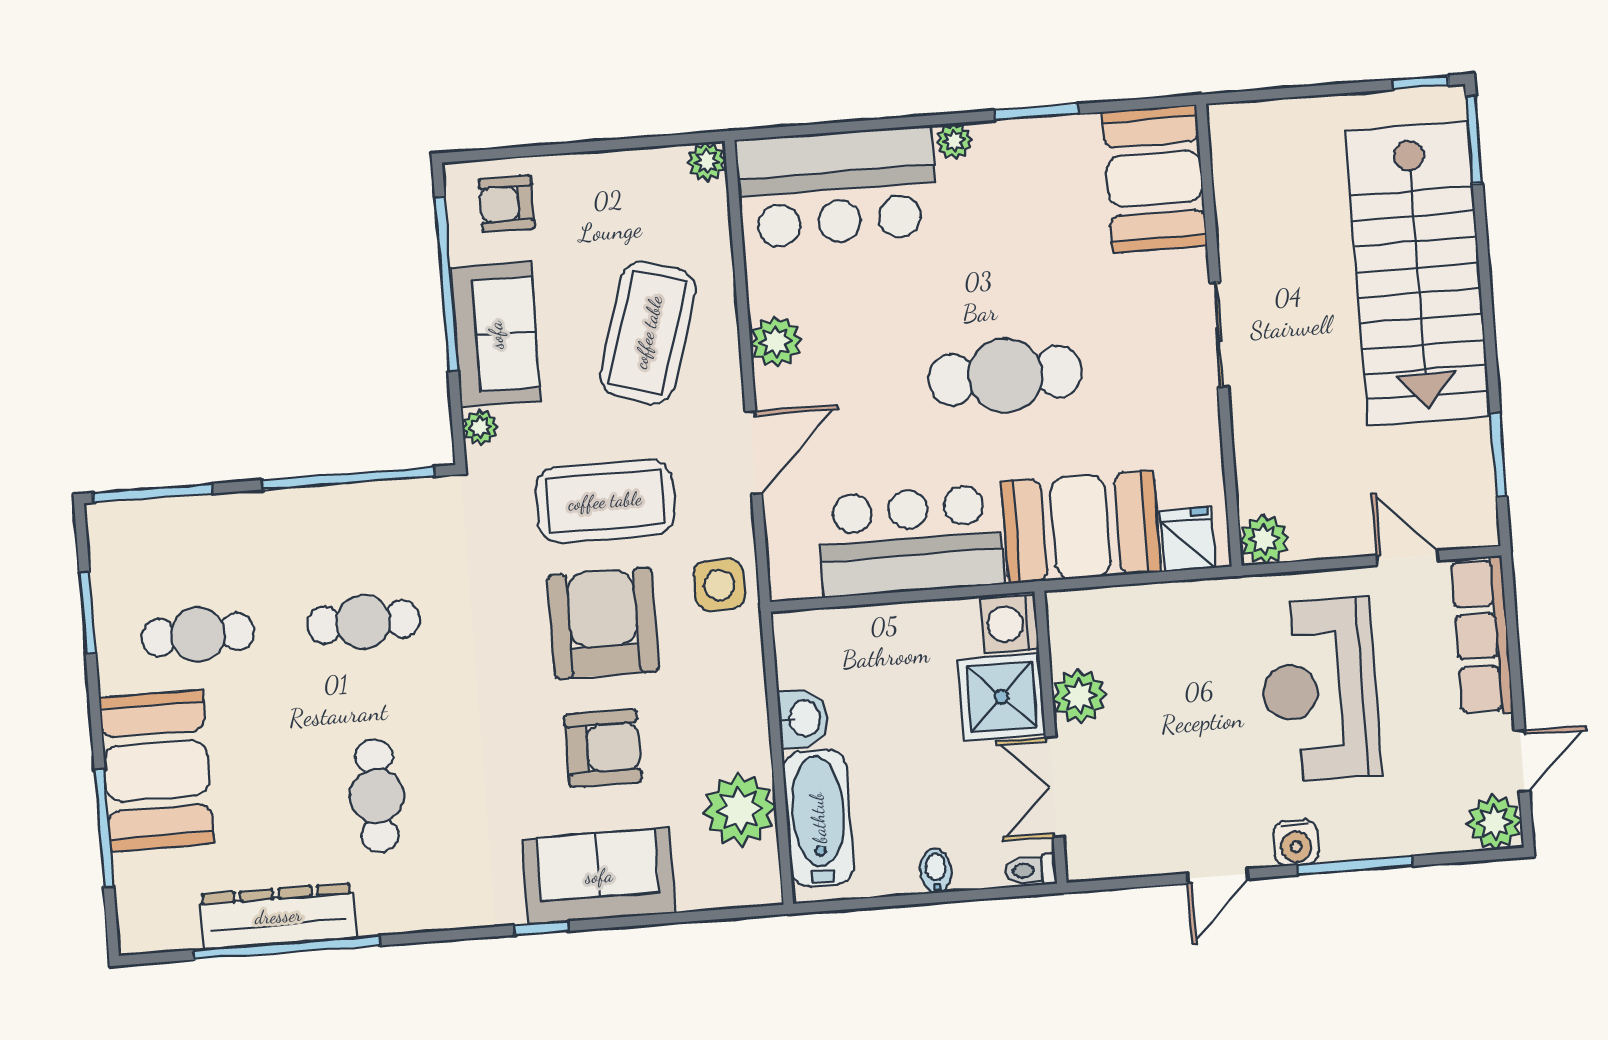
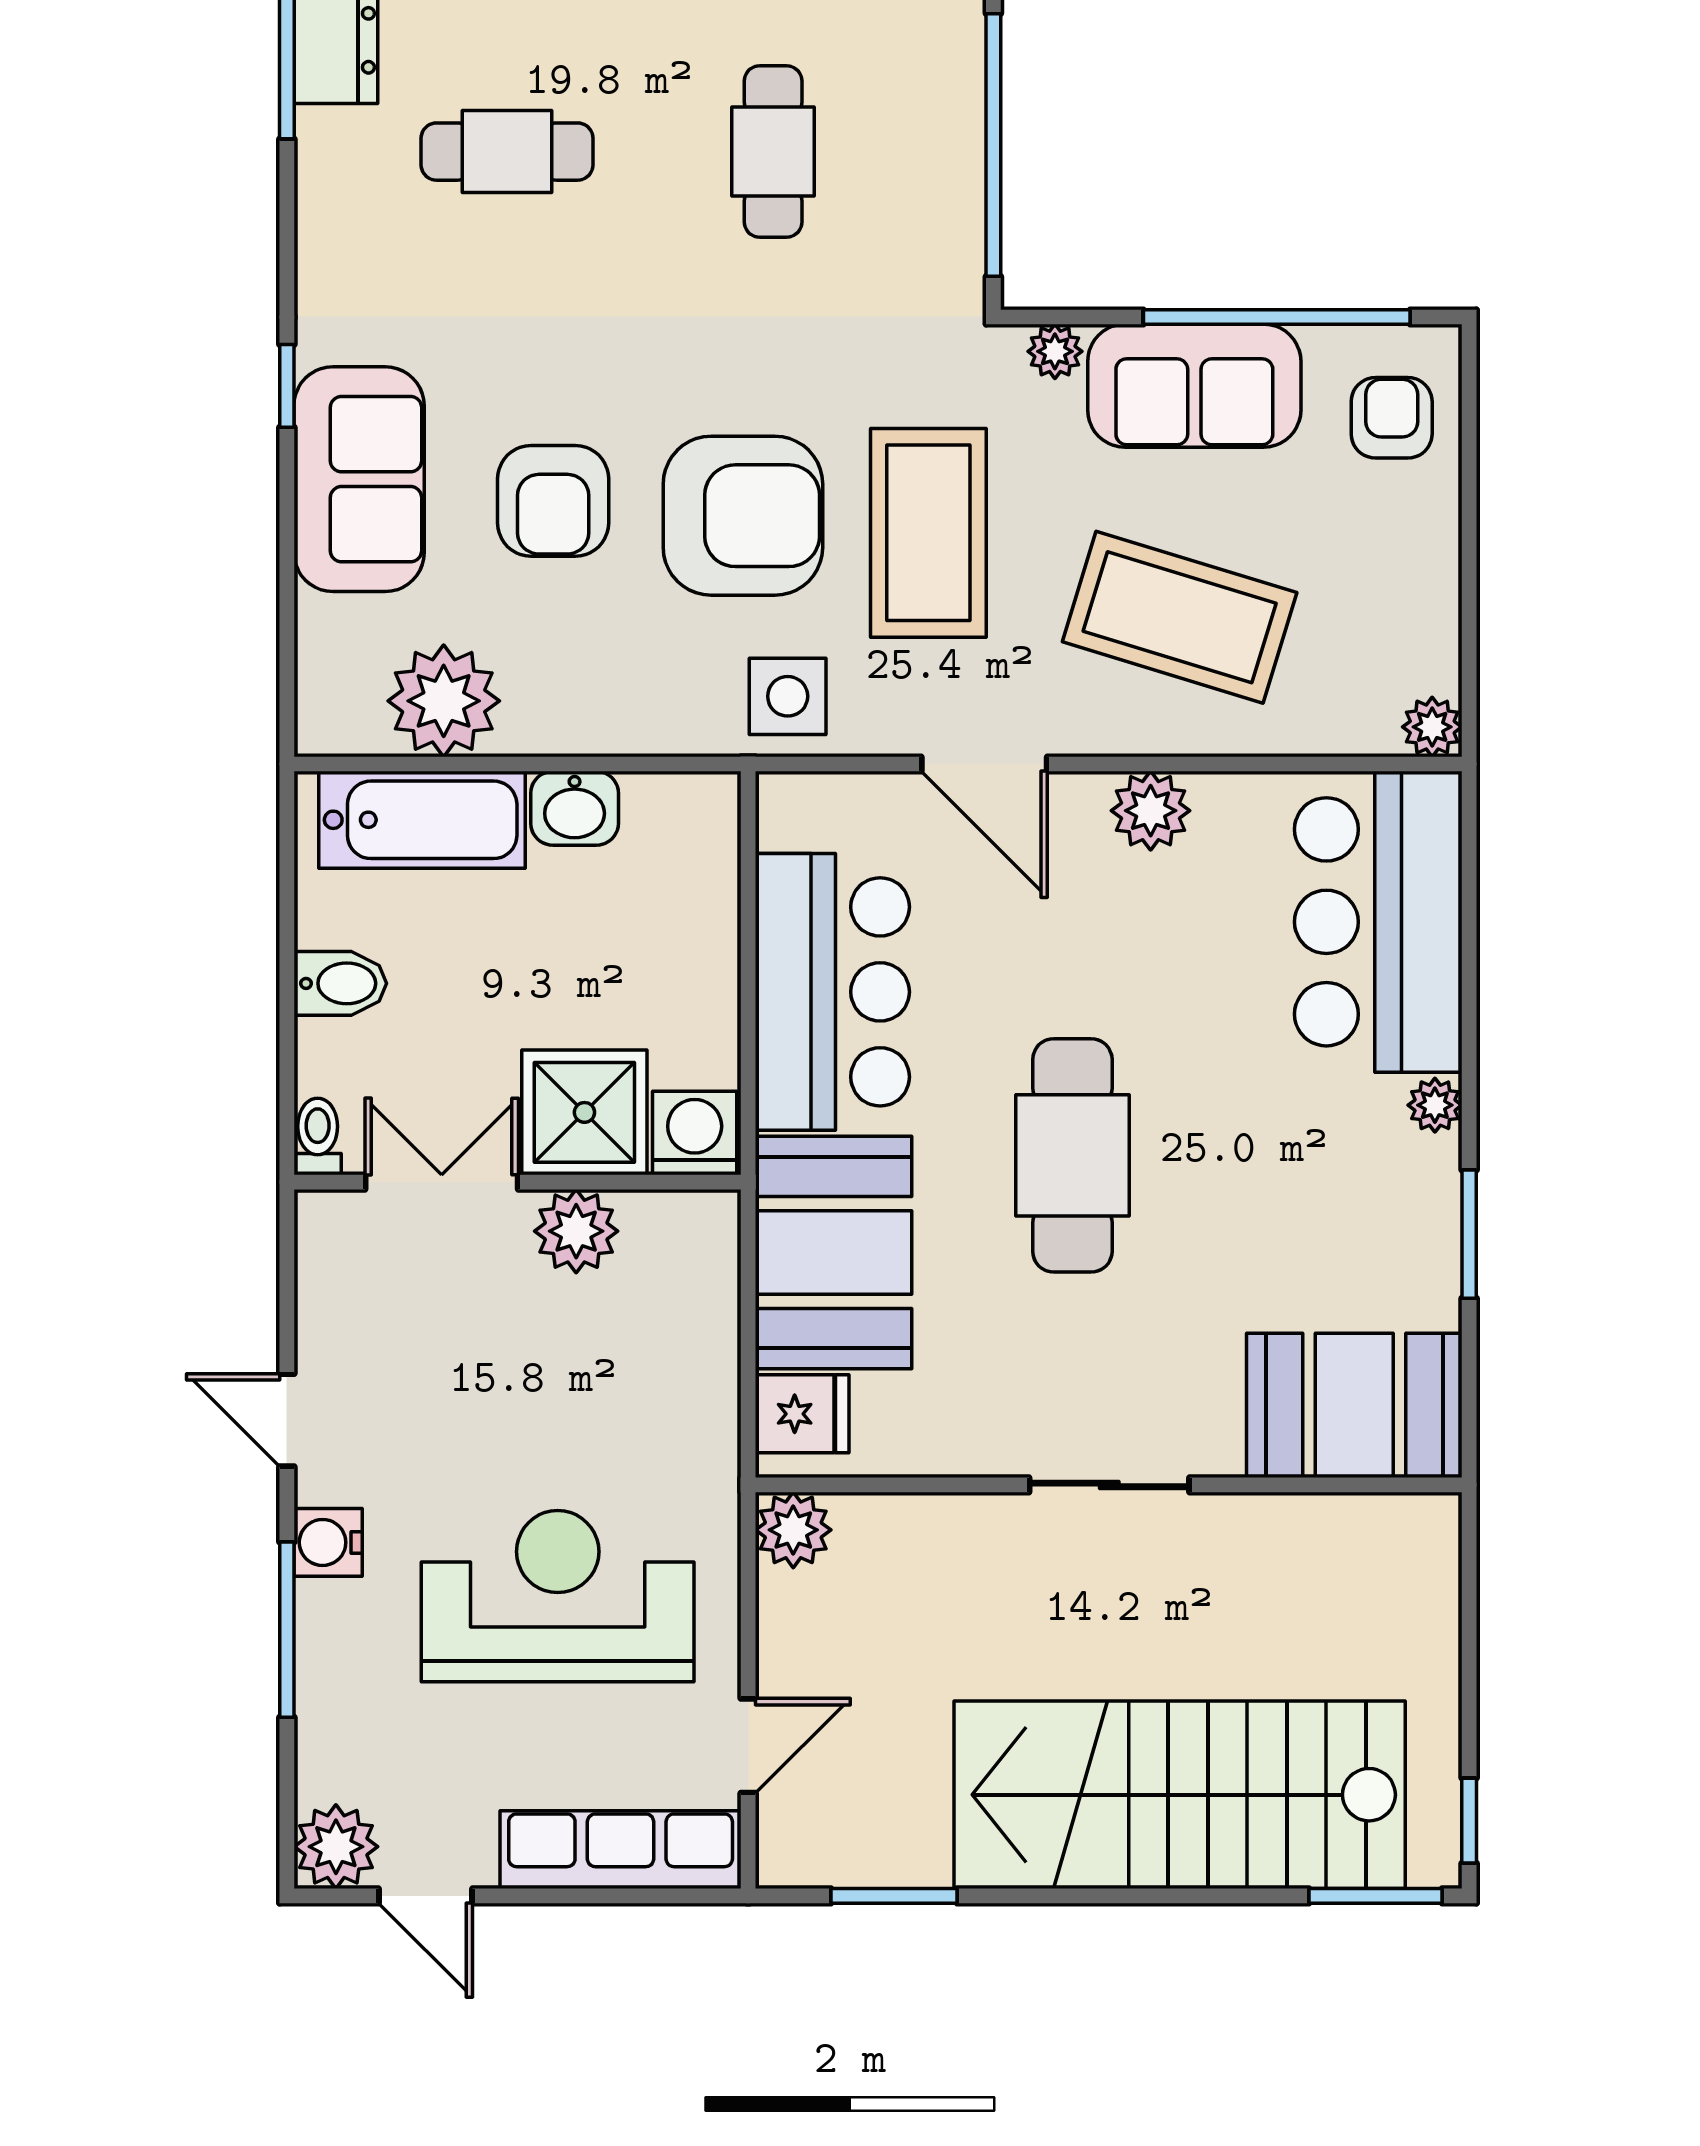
bidet: (936, 871) -> (340, 983), width x1.38, depth x1.36

